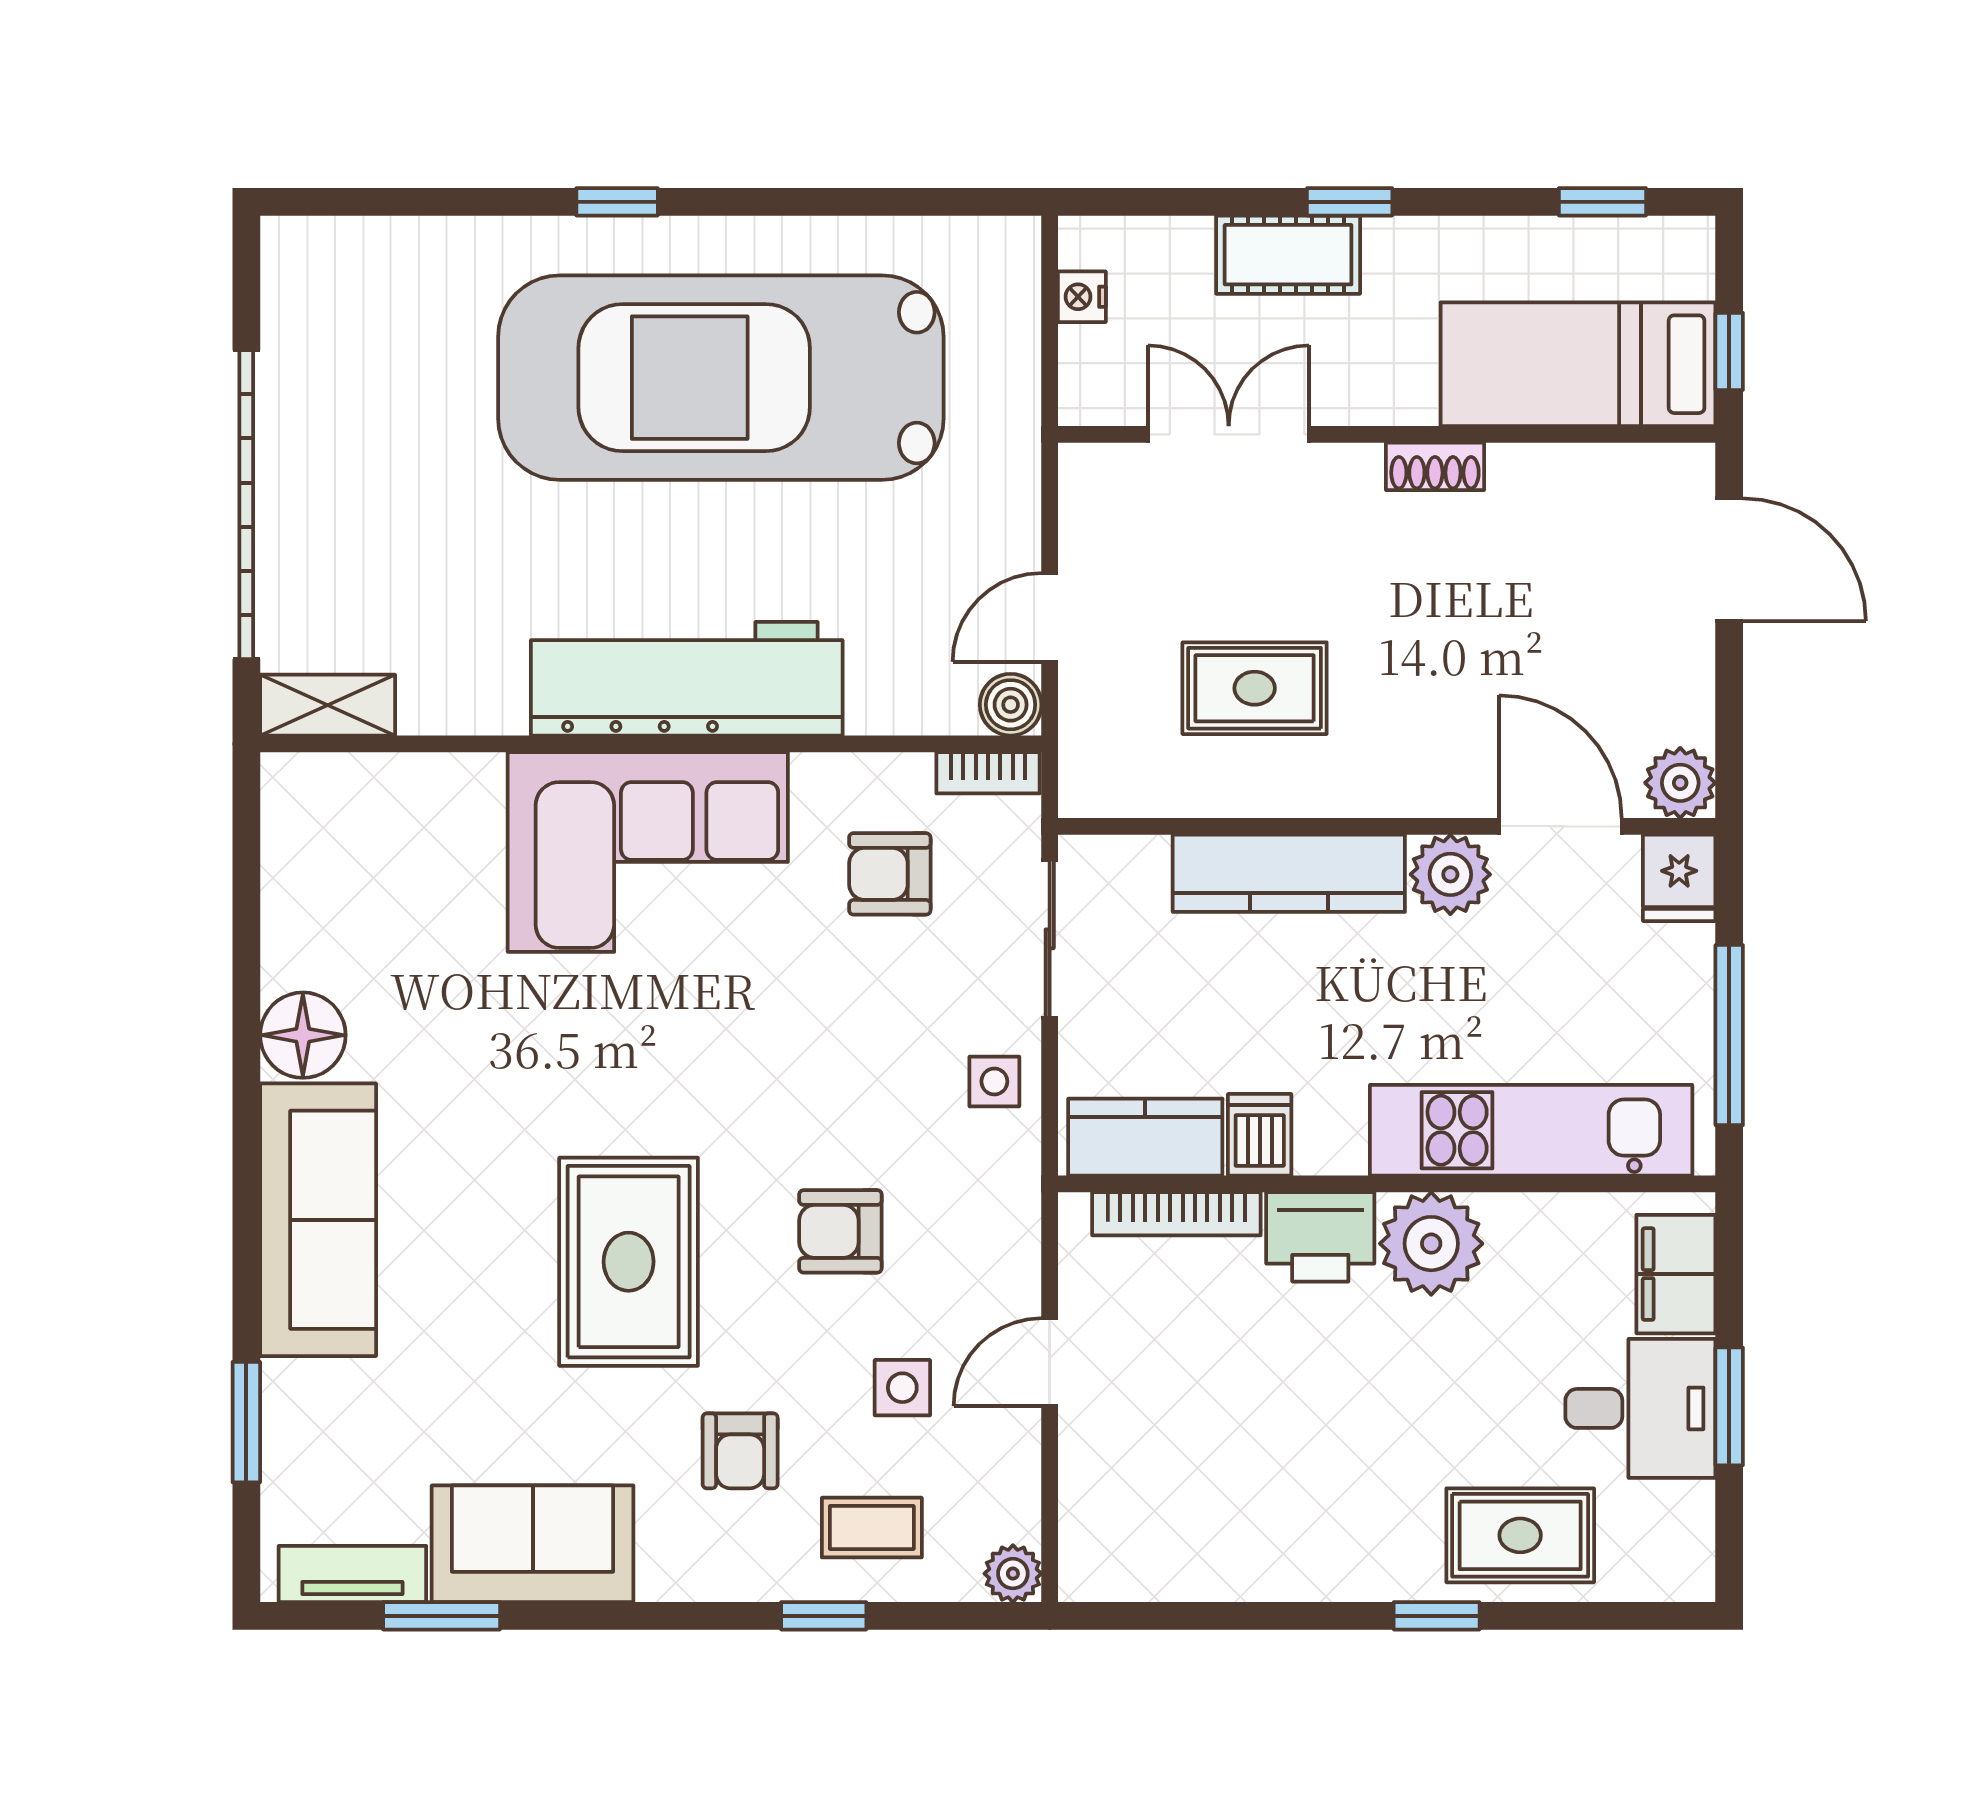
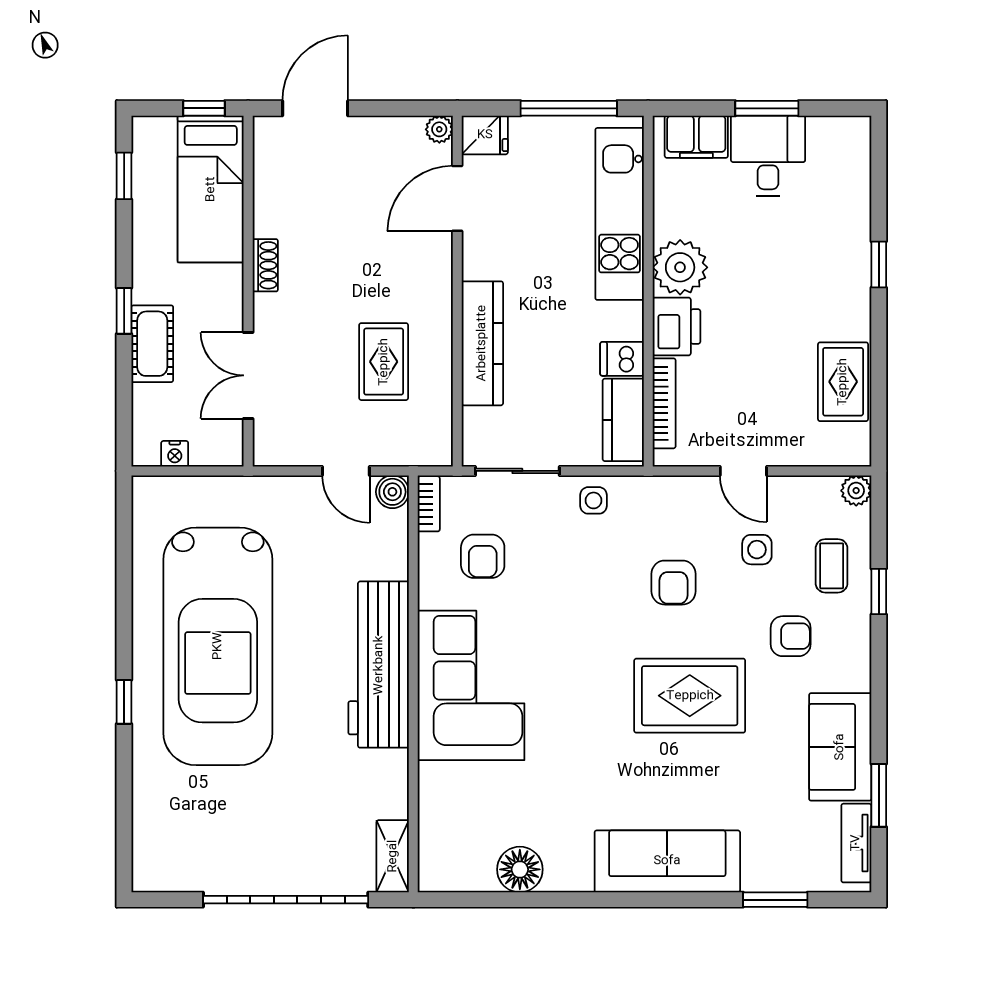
plant: (1680, 783) -> (439, 129), width x0.73, depth x0.73
plant: (1450, 874) -> (483, 257), removed
floor lamp: (303, 1035) -> (520, 869), moved
rug: (1520, 1535) -> (843, 382), moved

